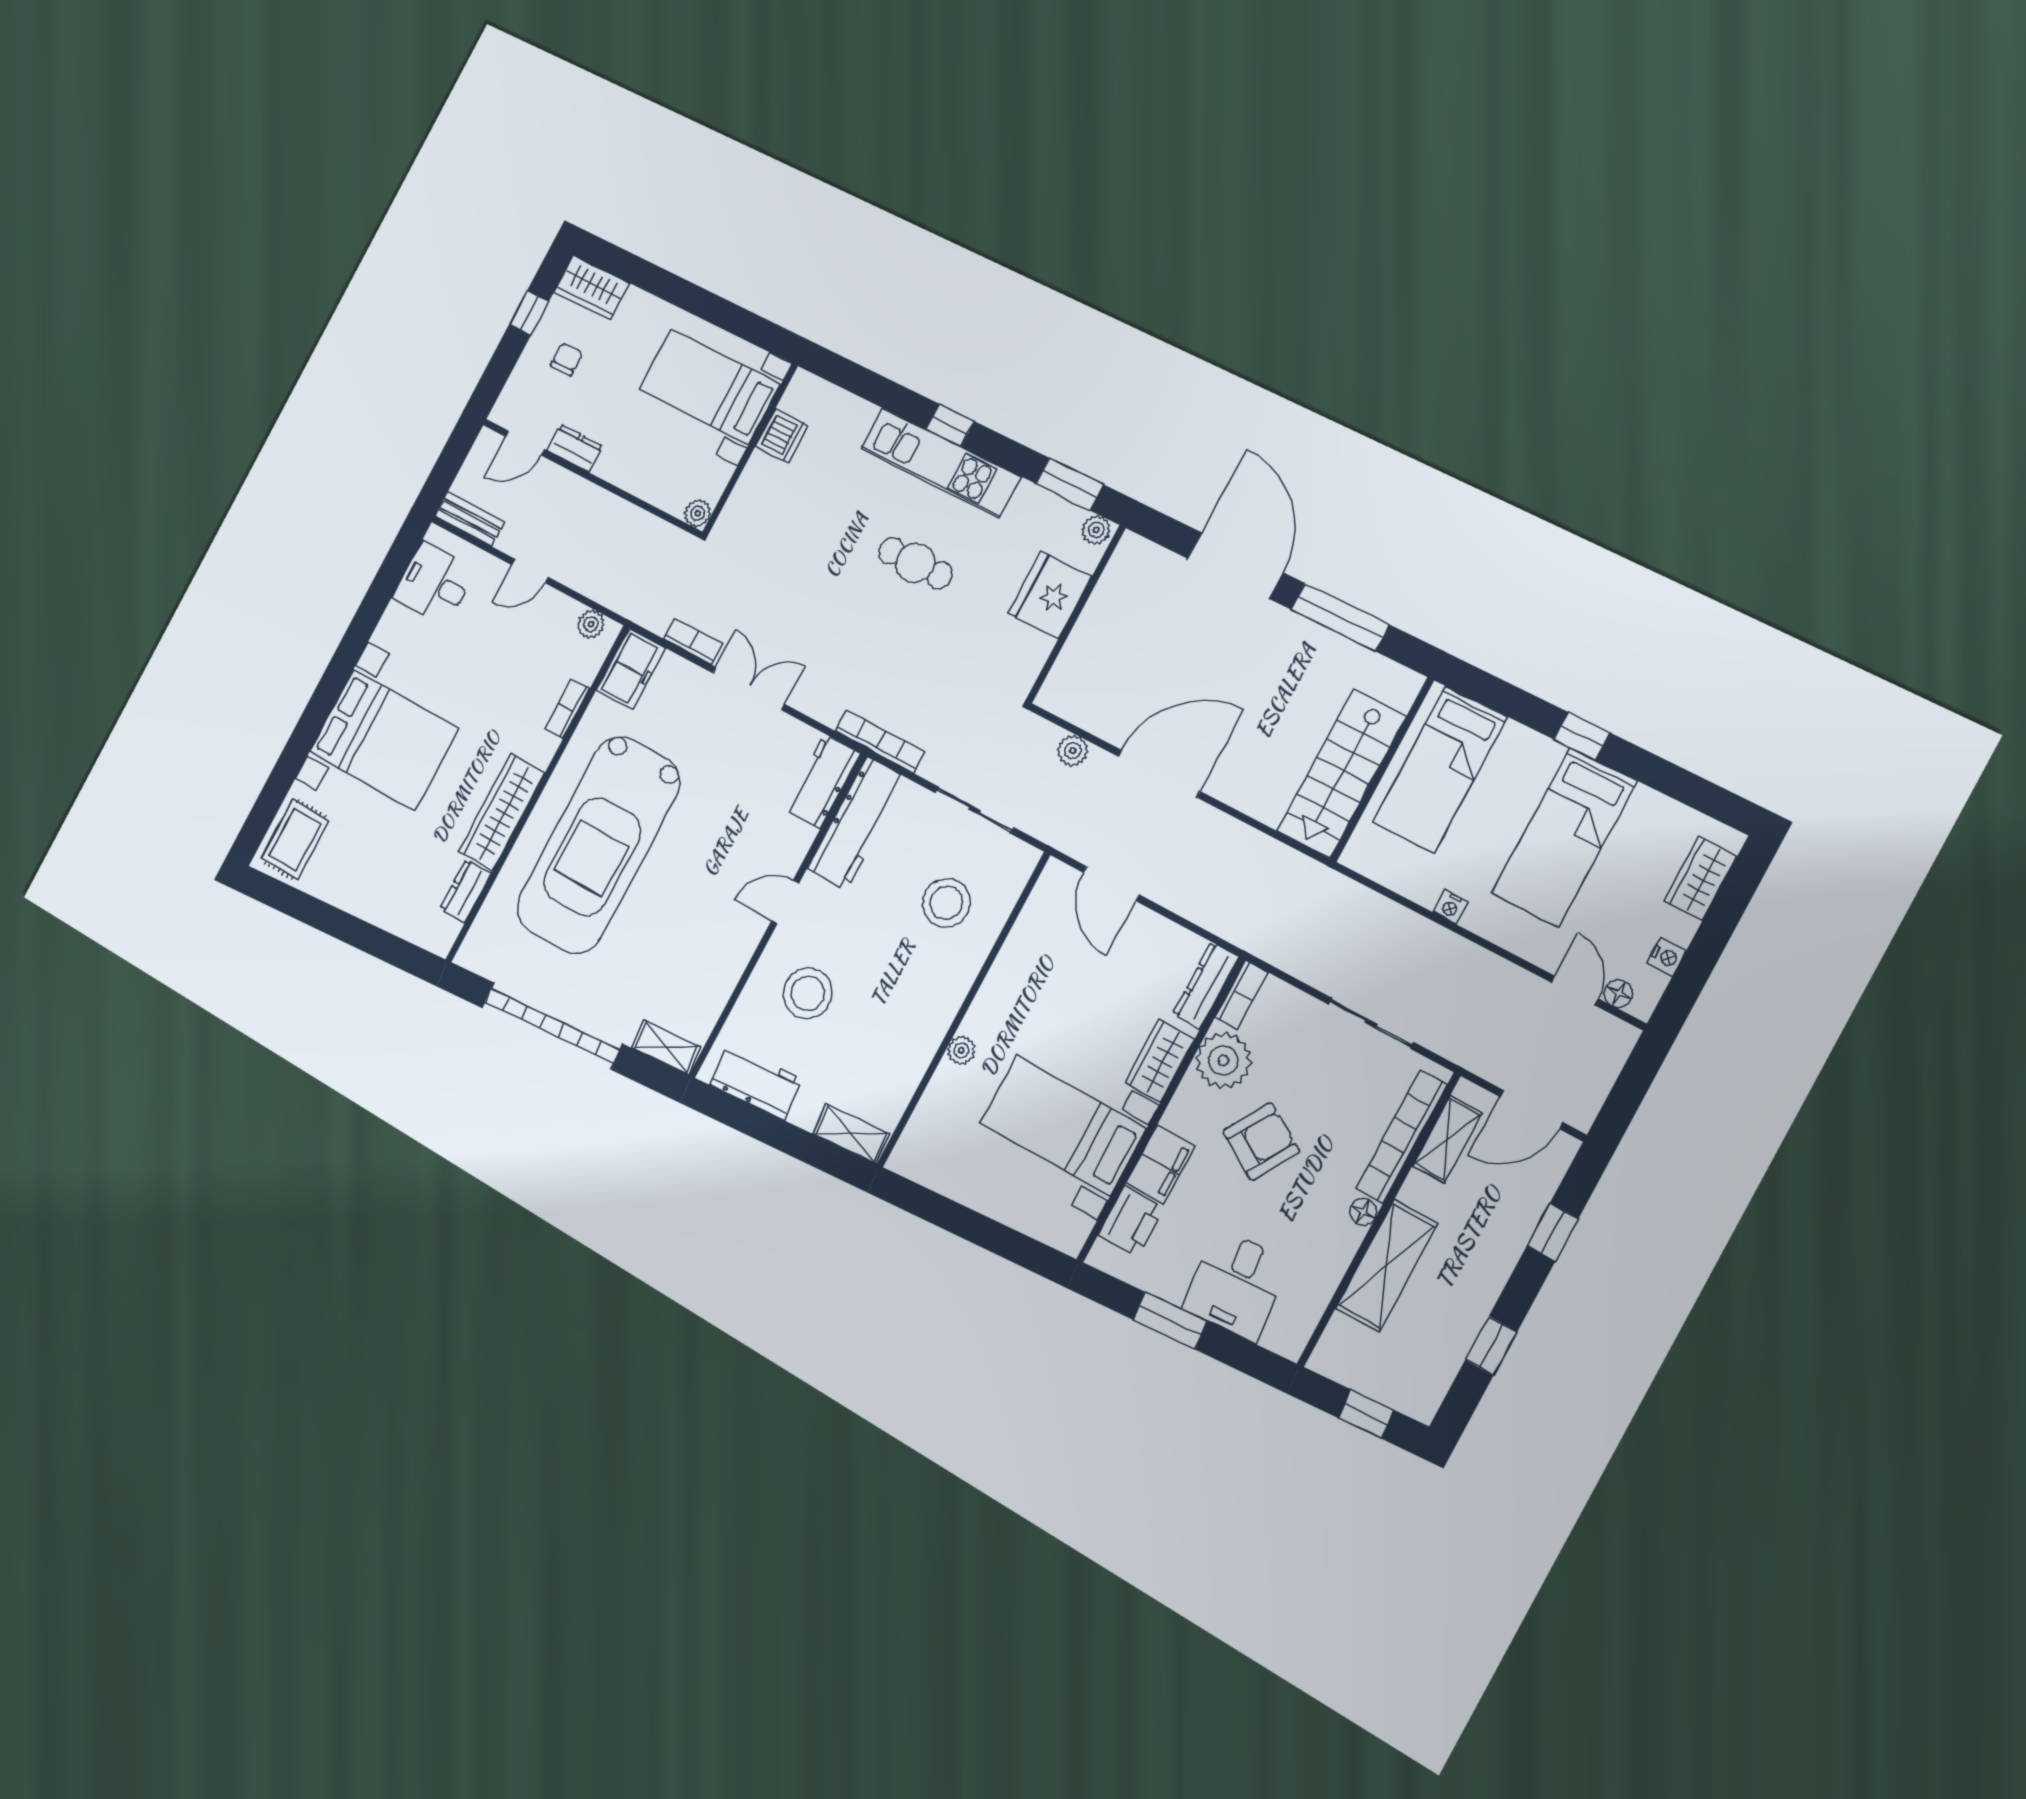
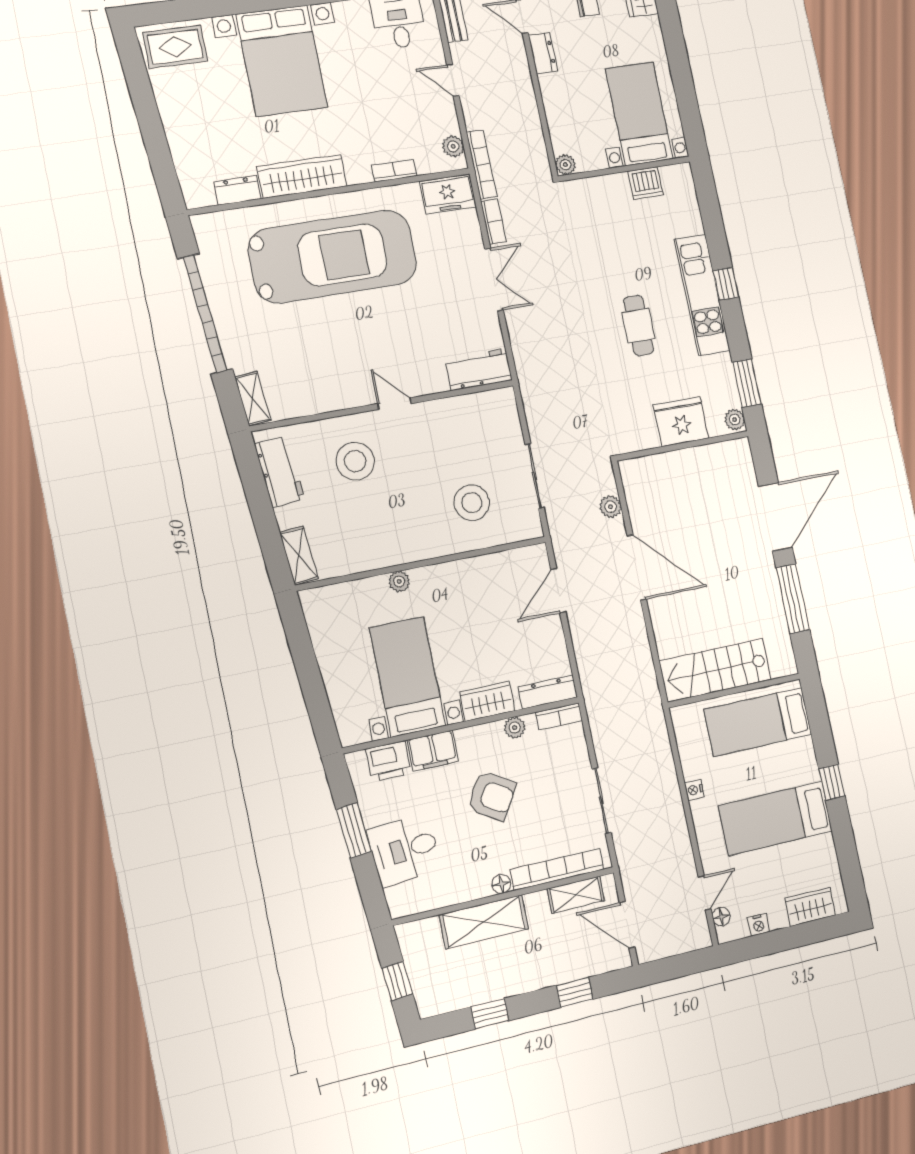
bookcase: (880, 741) -> (482, 164), moved
workbench: (857, 823) -> (472, 411), removed
car: (598, 845) -> (333, 256), turned 180
plant: (1223, 1060) -> (515, 728), width x0.53, depth x0.53

